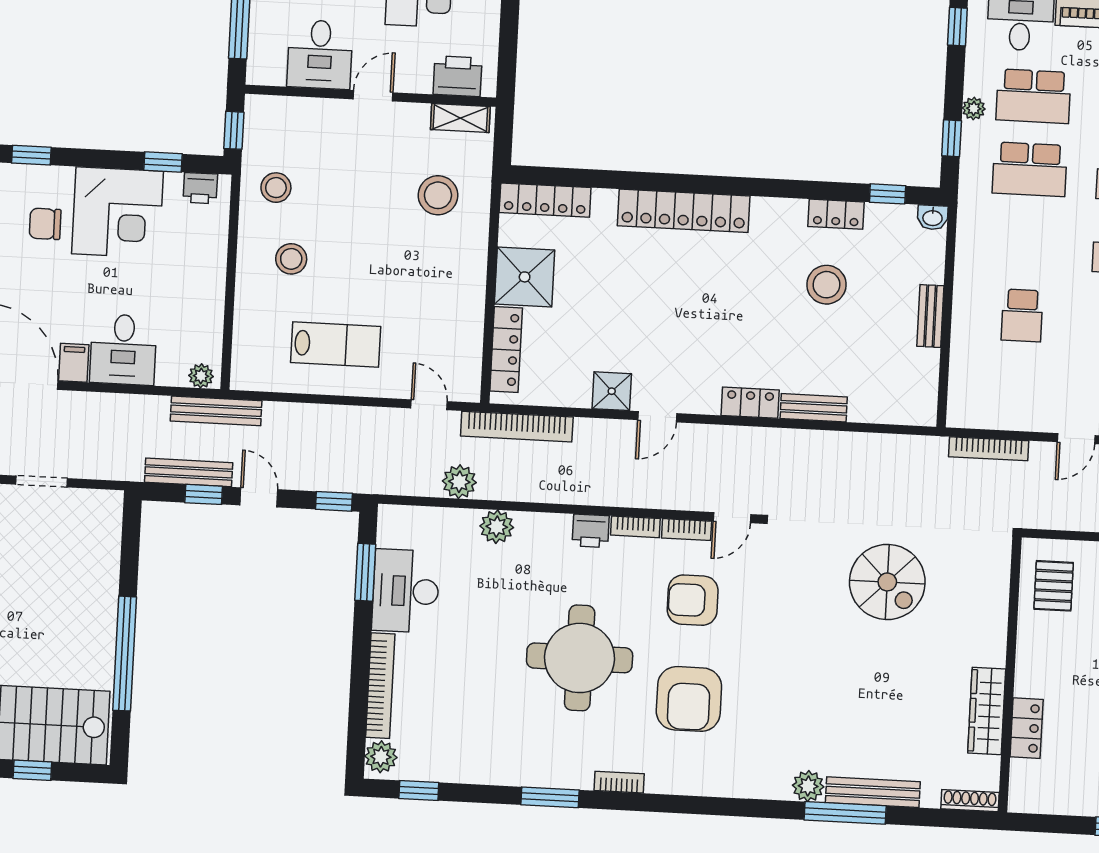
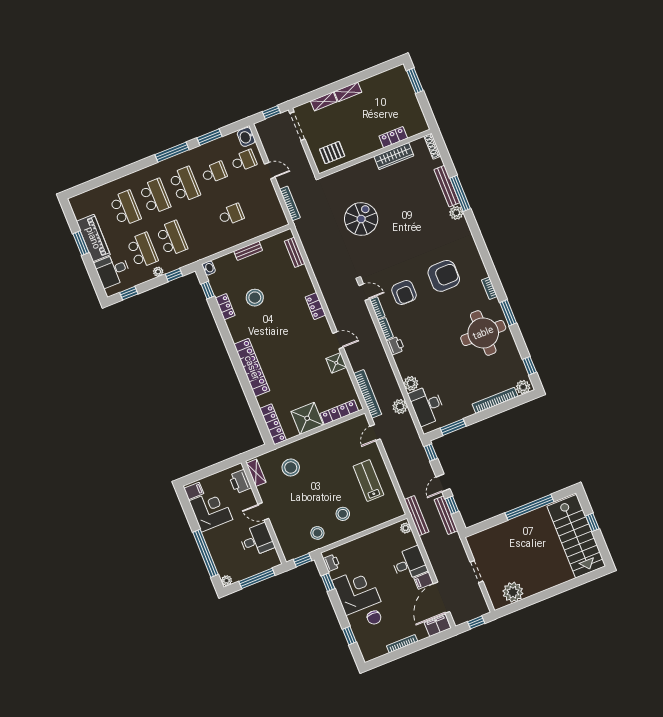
bench: (814, 408) -> (295, 252), moved
desk: (406, 591) -> (427, 405), moved, turned 90
round table: (580, 658) -> (483, 333), moved

